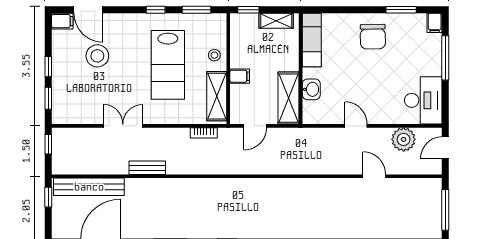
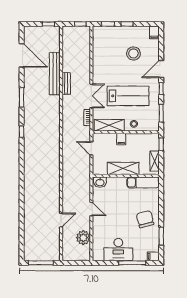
door: (88, 10) -> (161, 69), moved
chair: (373, 37) -> (145, 219), turned 77
lab bench: (168, 65) -> (128, 96), turned 180
washbasin: (311, 89) -> (100, 182), moved
shelving: (289, 98) -> (123, 168), moved
desk: (423, 100) -> (118, 250), moved
double door: (123, 126) -> (91, 96), moved
door: (356, 126) -> (91, 209), hinge flipped
door: (445, 148) -> (78, 263), removed
bench: (89, 187) -> (55, 74), moved

